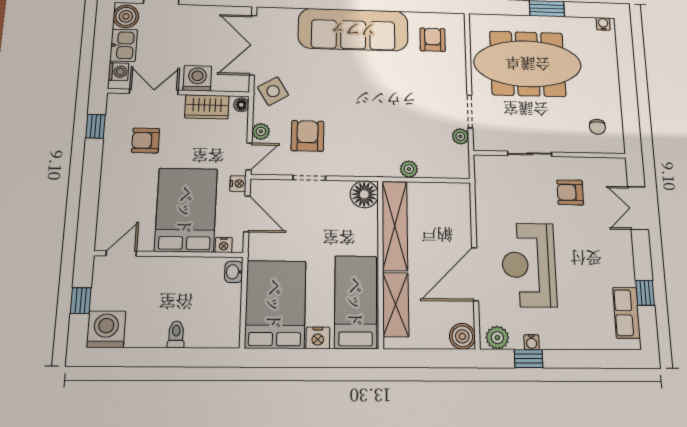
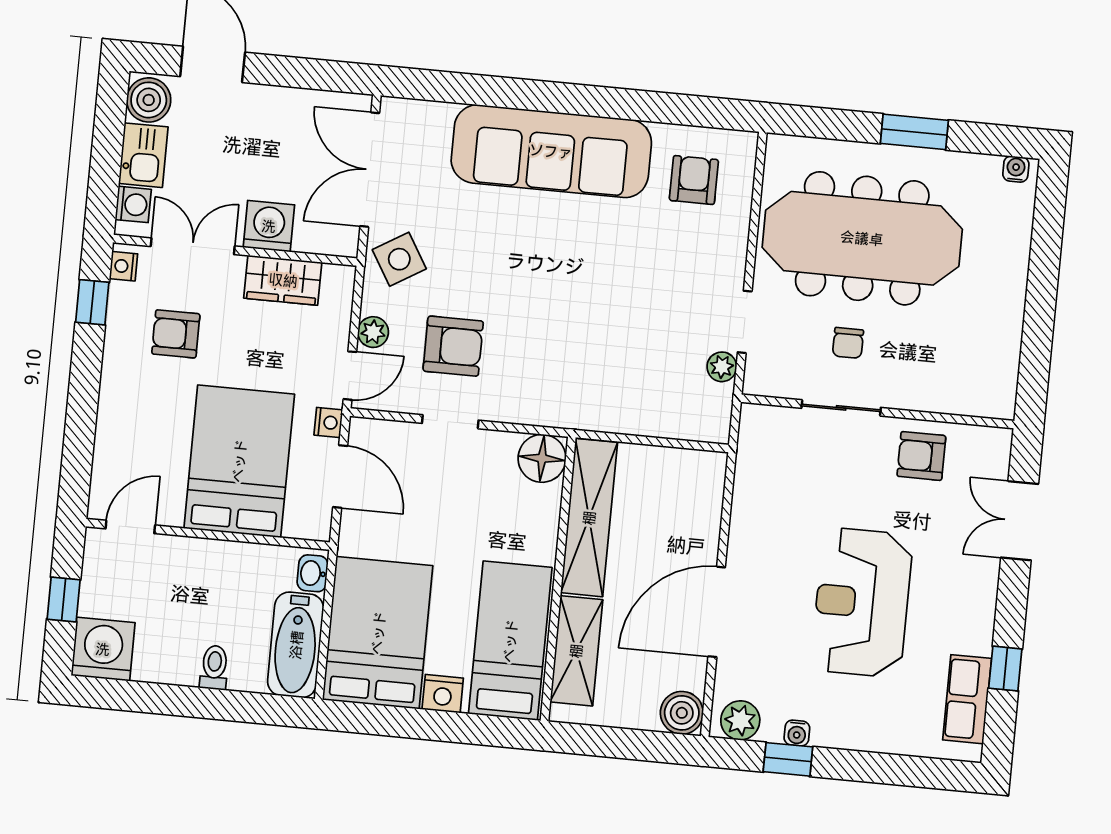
floor lamp: (241, 105) -> (342, 281), removed
chair: (597, 127) -> (848, 343), moved
armchair: (307, 136) -> (453, 346), turned 90
plant: (409, 169) -> (624, 419), removed
armchair: (570, 192) -> (921, 456), moved
nightstand: (224, 245) -> (123, 266), moved, turned 90
reception desk: (529, 265) -> (862, 602), moved
bathtub: (226, 316) -> (296, 645), added

